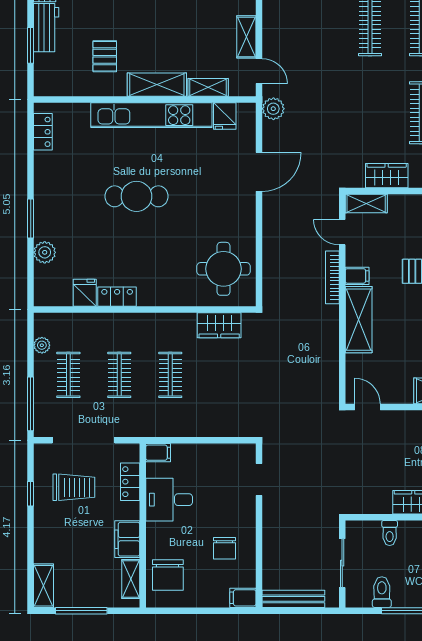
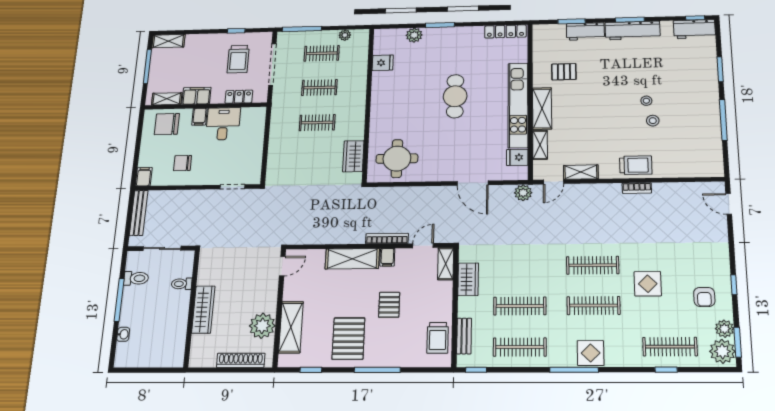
locker: (43, 132) -> (505, 31), width x1.53
locker: (117, 297) -> (379, 85), removed
filing cabinet: (158, 453) -> (199, 117), moved

